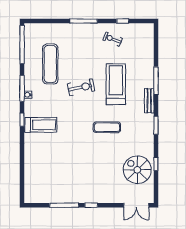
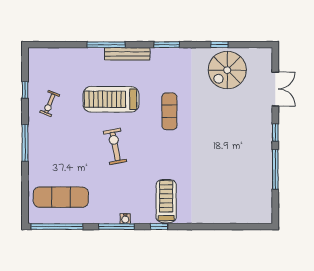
exercise mat: (50, 64) -> (61, 197), moved
bench: (149, 101) -> (127, 54), width x1.36
double door: (136, 205) -> (275, 89), moved

